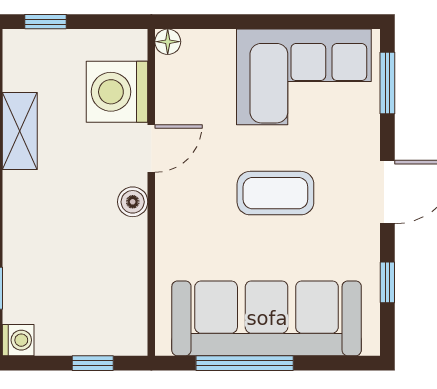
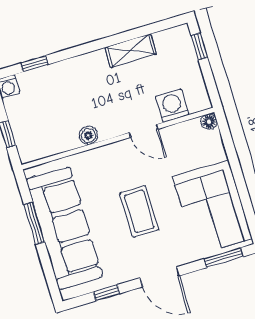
washing machine: (117, 92) -> (172, 106), width x0.73, depth x0.73
boiler: (133, 202) -> (88, 135), moved
window: (245, 363) -> (34, 223), width x0.69

